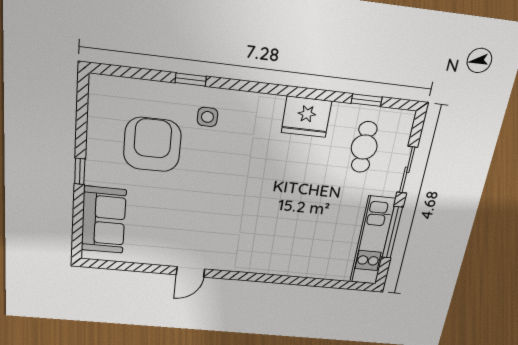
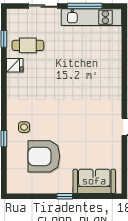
fridge: (306, 117) -> (15, 65), width x0.53, depth x0.75
cafe table: (364, 147) -> (28, 45), moved

